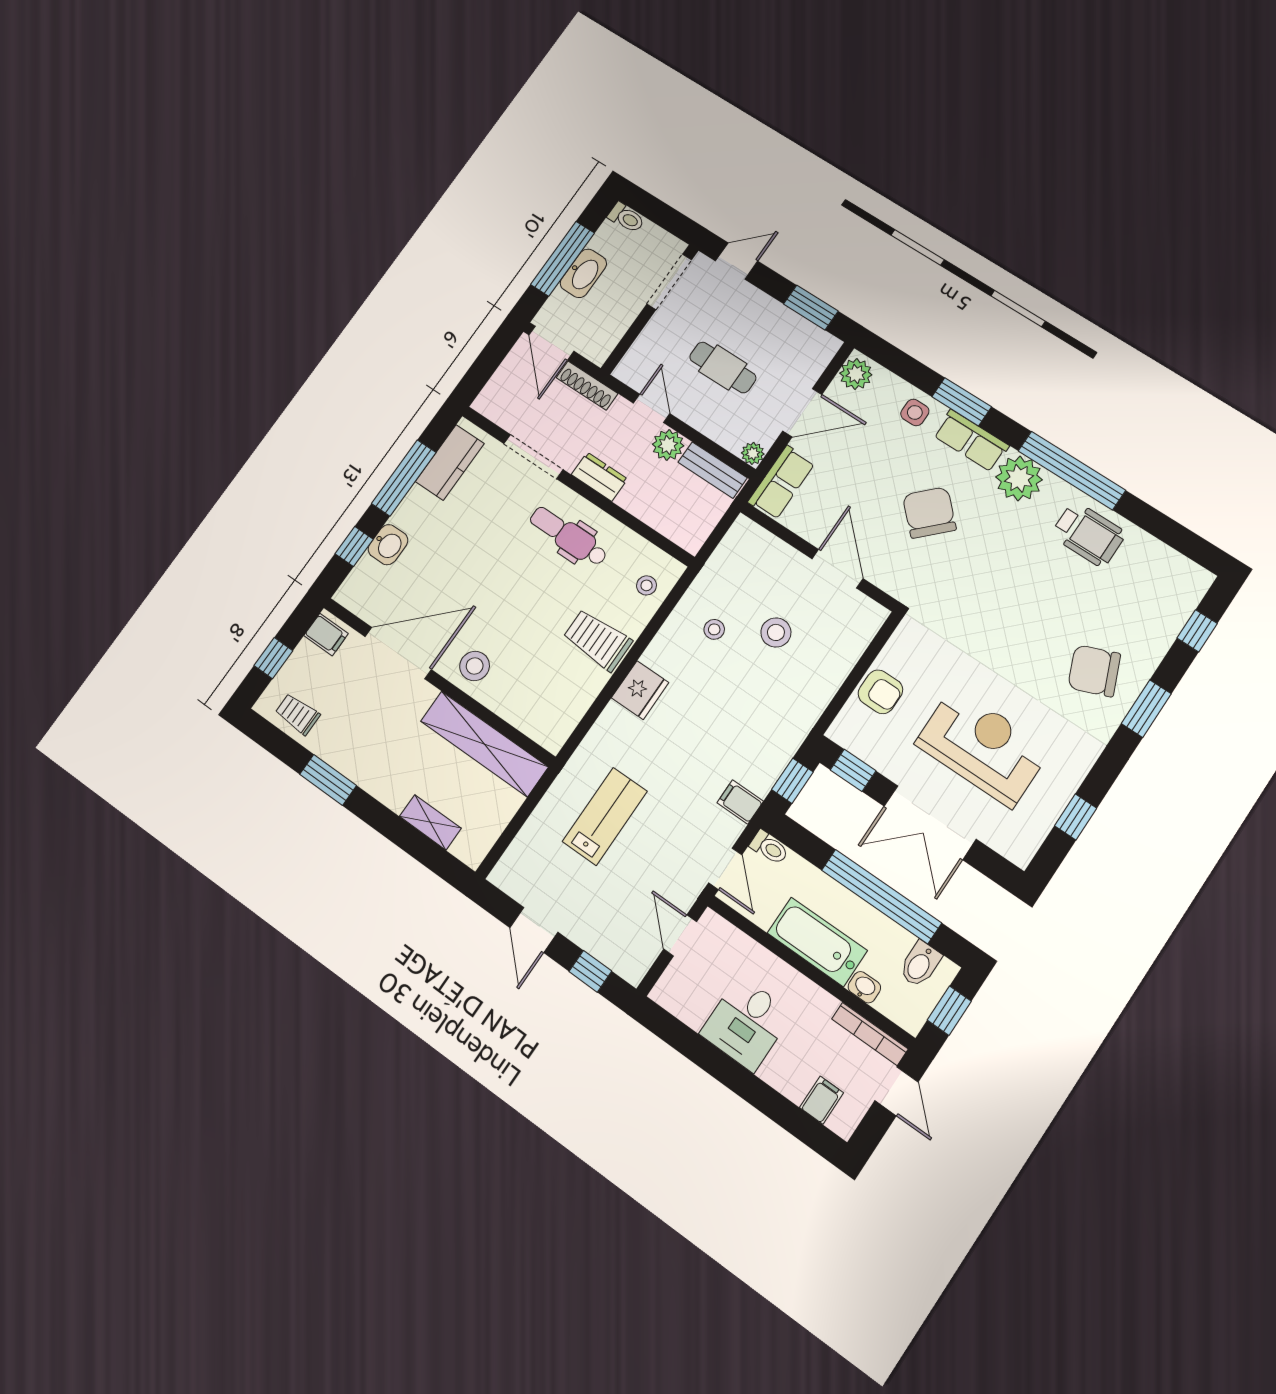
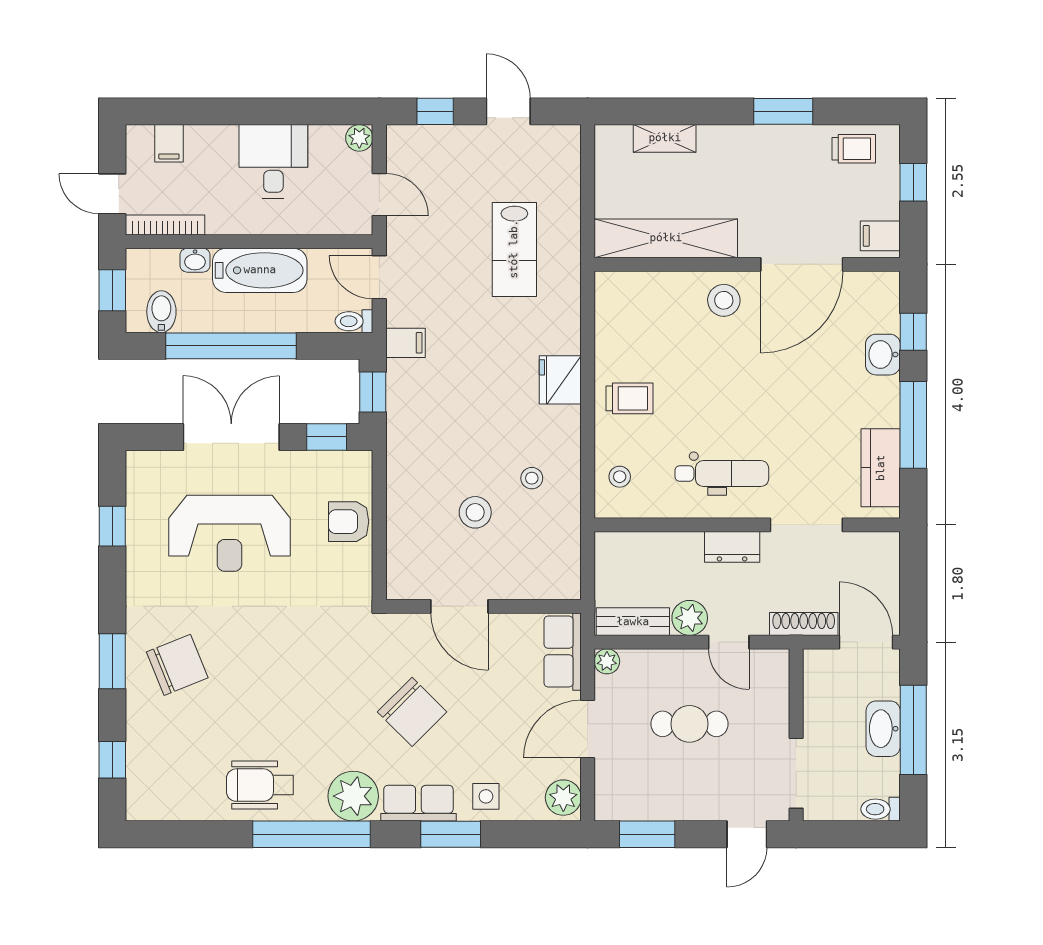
trolley: (597, 640) -> (630, 398), width x0.73, depth x0.72
plant: (665, 993) -> (359, 138), added

